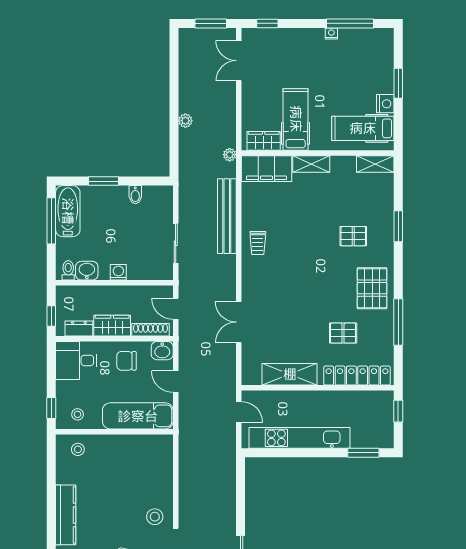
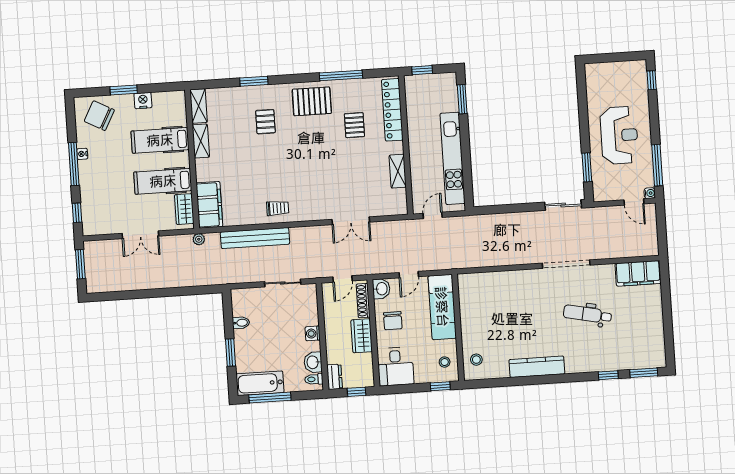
window: (350, 23) -> (74, 164), moved
chair: (372, 55) -> (99, 116), added
double door: (239, 61) -> (140, 235), moved
plant: (185, 121) -> (170, 282), removed
hospital bed: (363, 128) -> (160, 140), moved, turned 90
shelving: (311, 164) -> (201, 141), moved
dresser: (79, 328) -> (335, 377), moved, turned 180
shelving: (290, 374) -> (398, 171), width x0.67, depth x0.75
stool: (155, 517) -> (533, 285), removed

